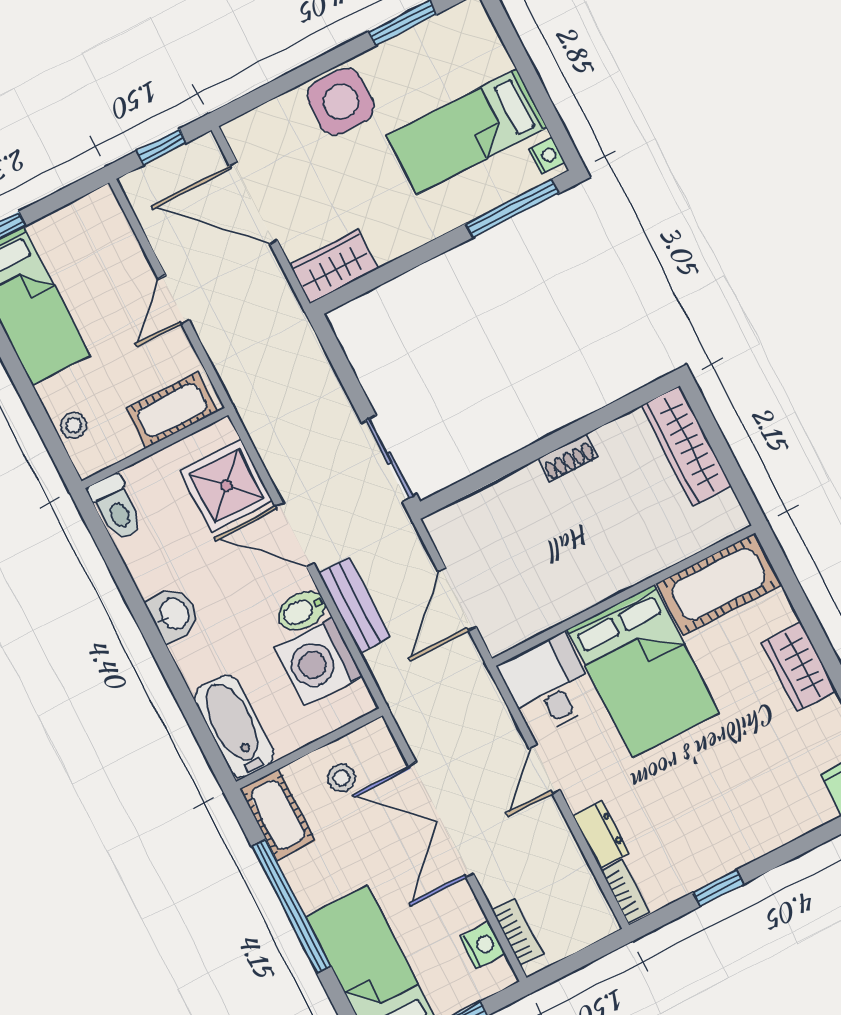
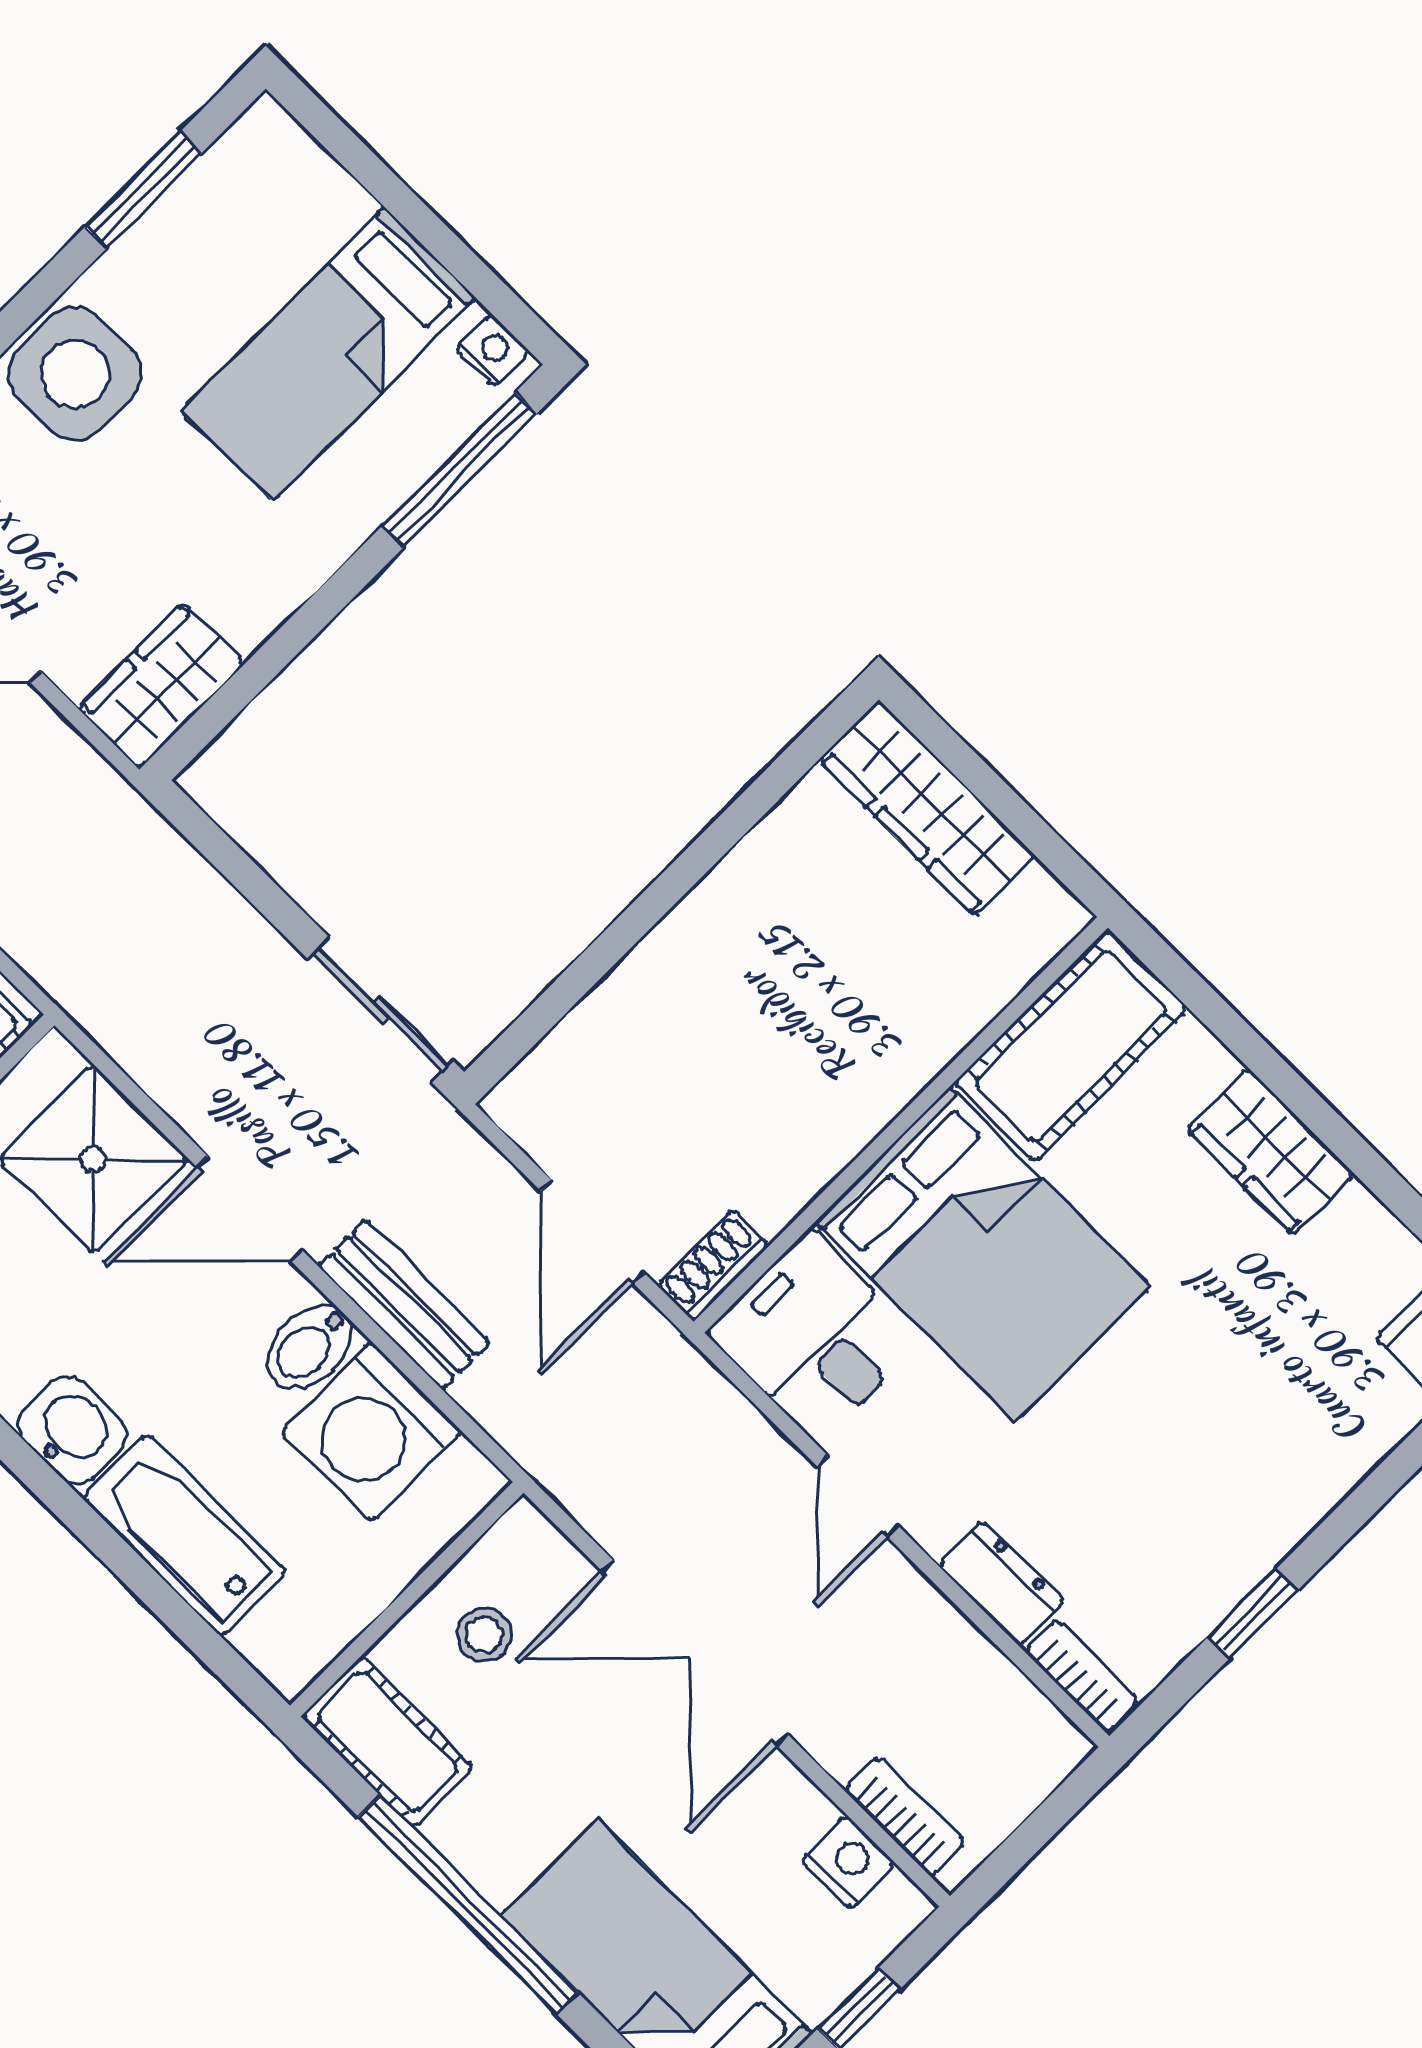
shoe rack: (568, 458) -> (713, 1265), moved, turned 180
bathtub: (234, 726) -> (185, 1535), moved

